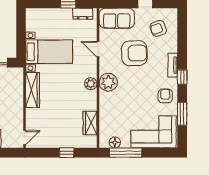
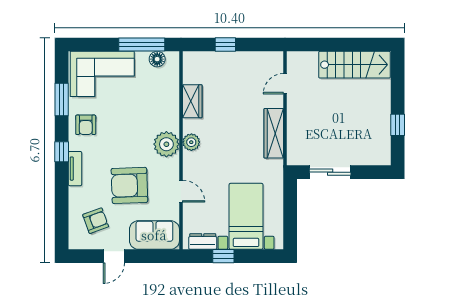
bed with nightstands: (49, 52) -> (246, 216), moved, turned 90
wardrobe: (90, 123) -> (192, 101), moved
door: (25, 138) -> (285, 84), moved

